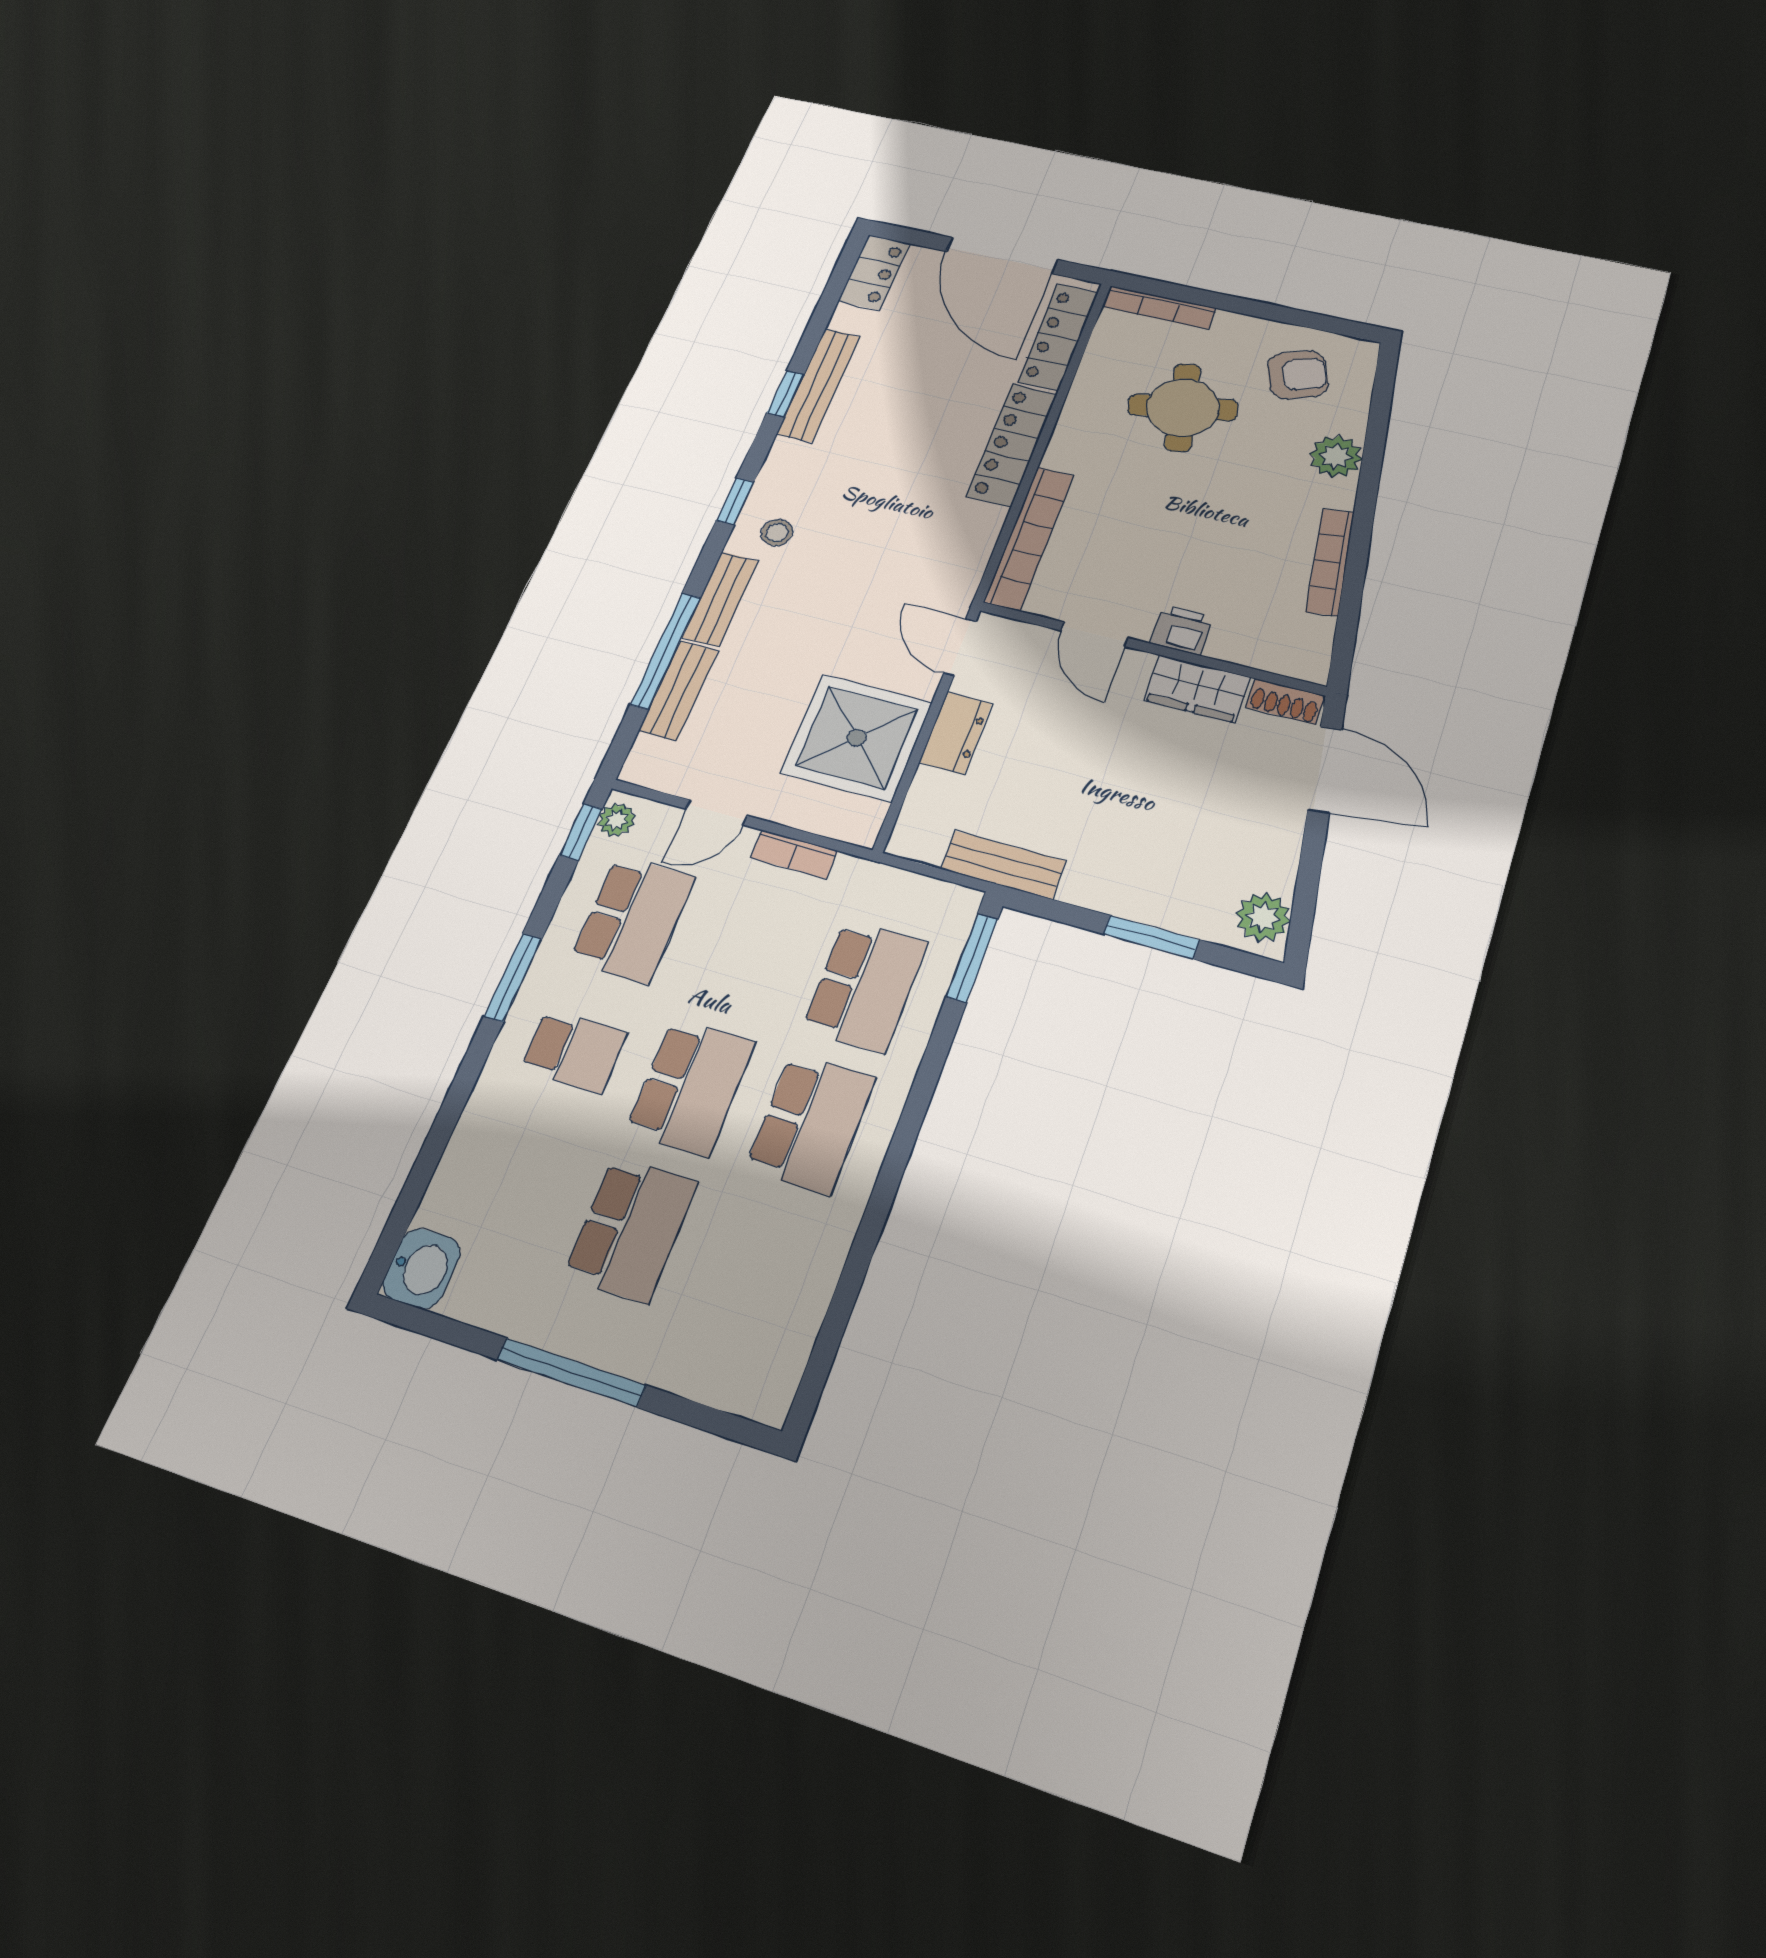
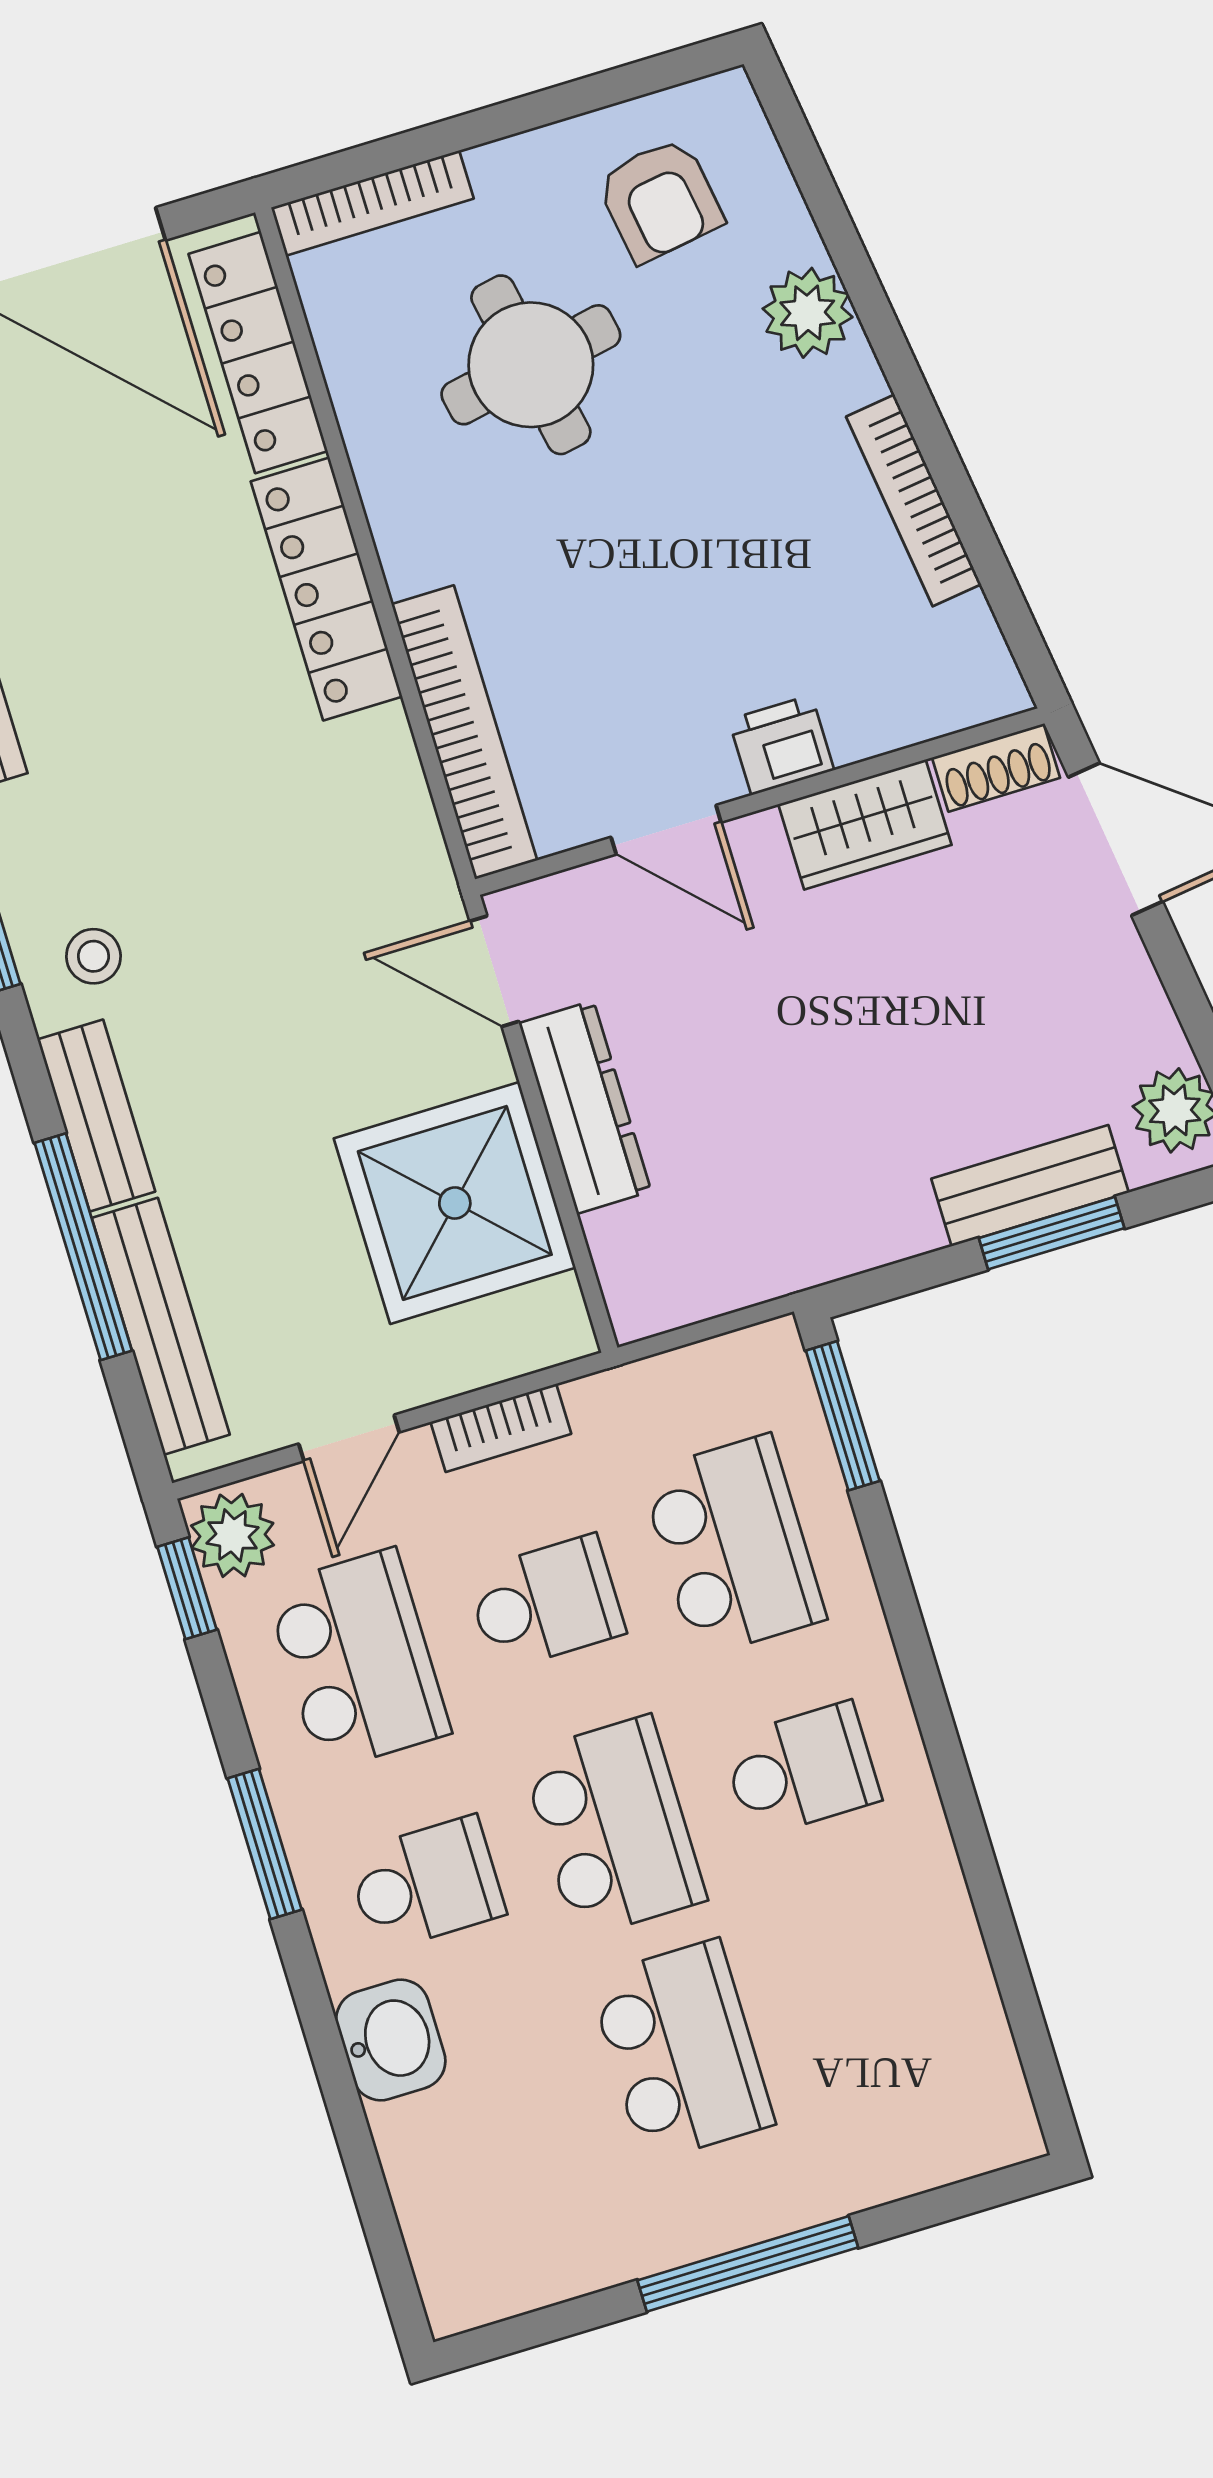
armchair: (1298, 375) -> (660, 200), turned 102
bench: (678, 690) -> (161, 1326), width x1.36
dresser: (956, 733) -> (585, 1107), width x1.44
plant: (617, 820) -> (233, 1535), width x1.38, depth x1.38
bench: (1003, 865) -> (1030, 1186), moved
school desk: (748, 952) -> (545, 1603), added
school desk: (811, 1123) -> (801, 1770), width x0.54
washbasin: (421, 1269) -> (391, 2040), moved

